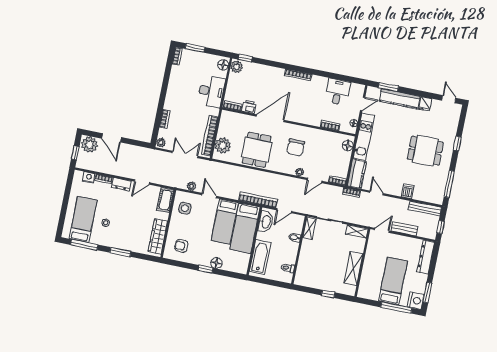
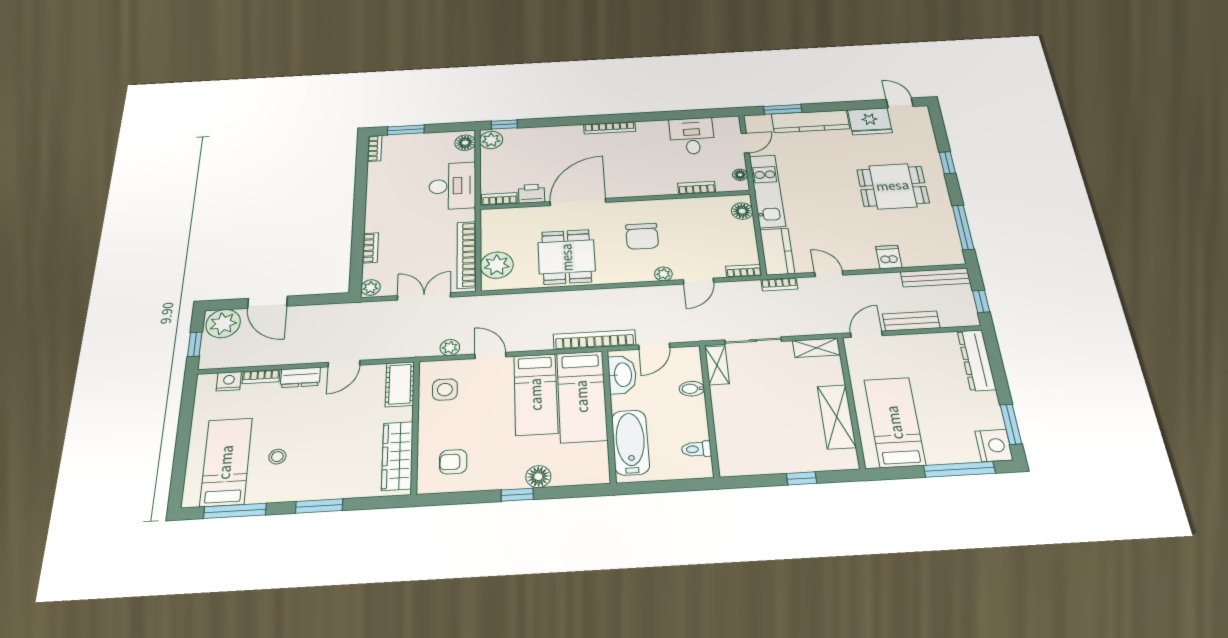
fridge: (425, 104) -> (870, 121), width x1.88, depth x1.34
bed: (393, 281) -> (895, 422), moved

